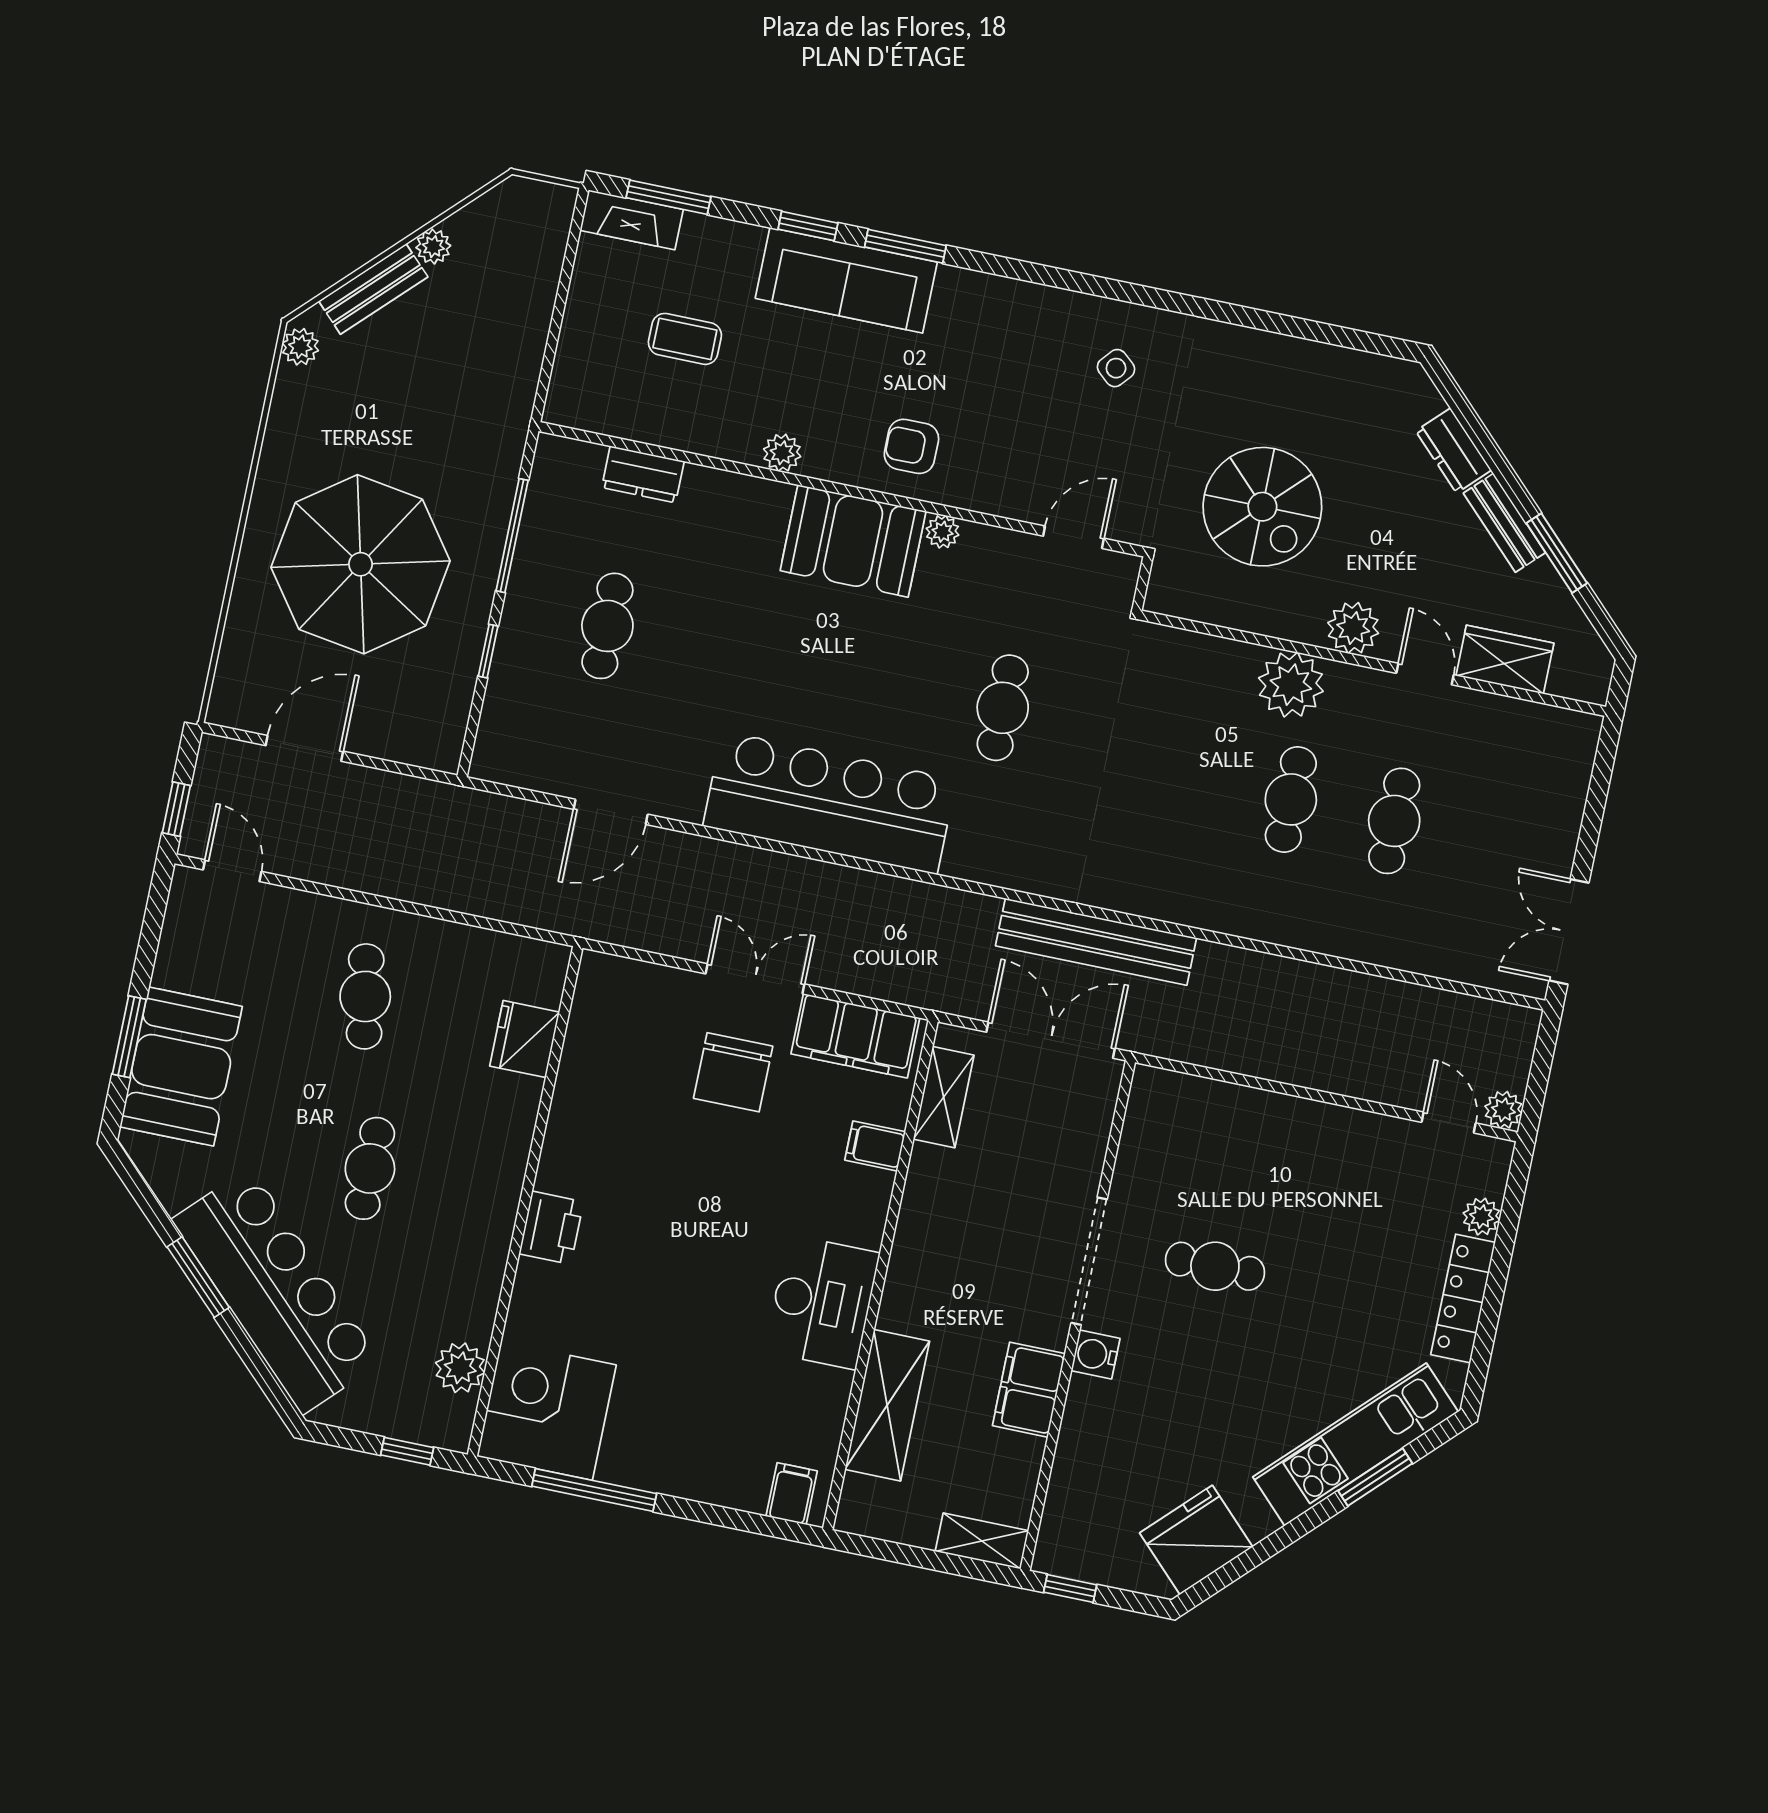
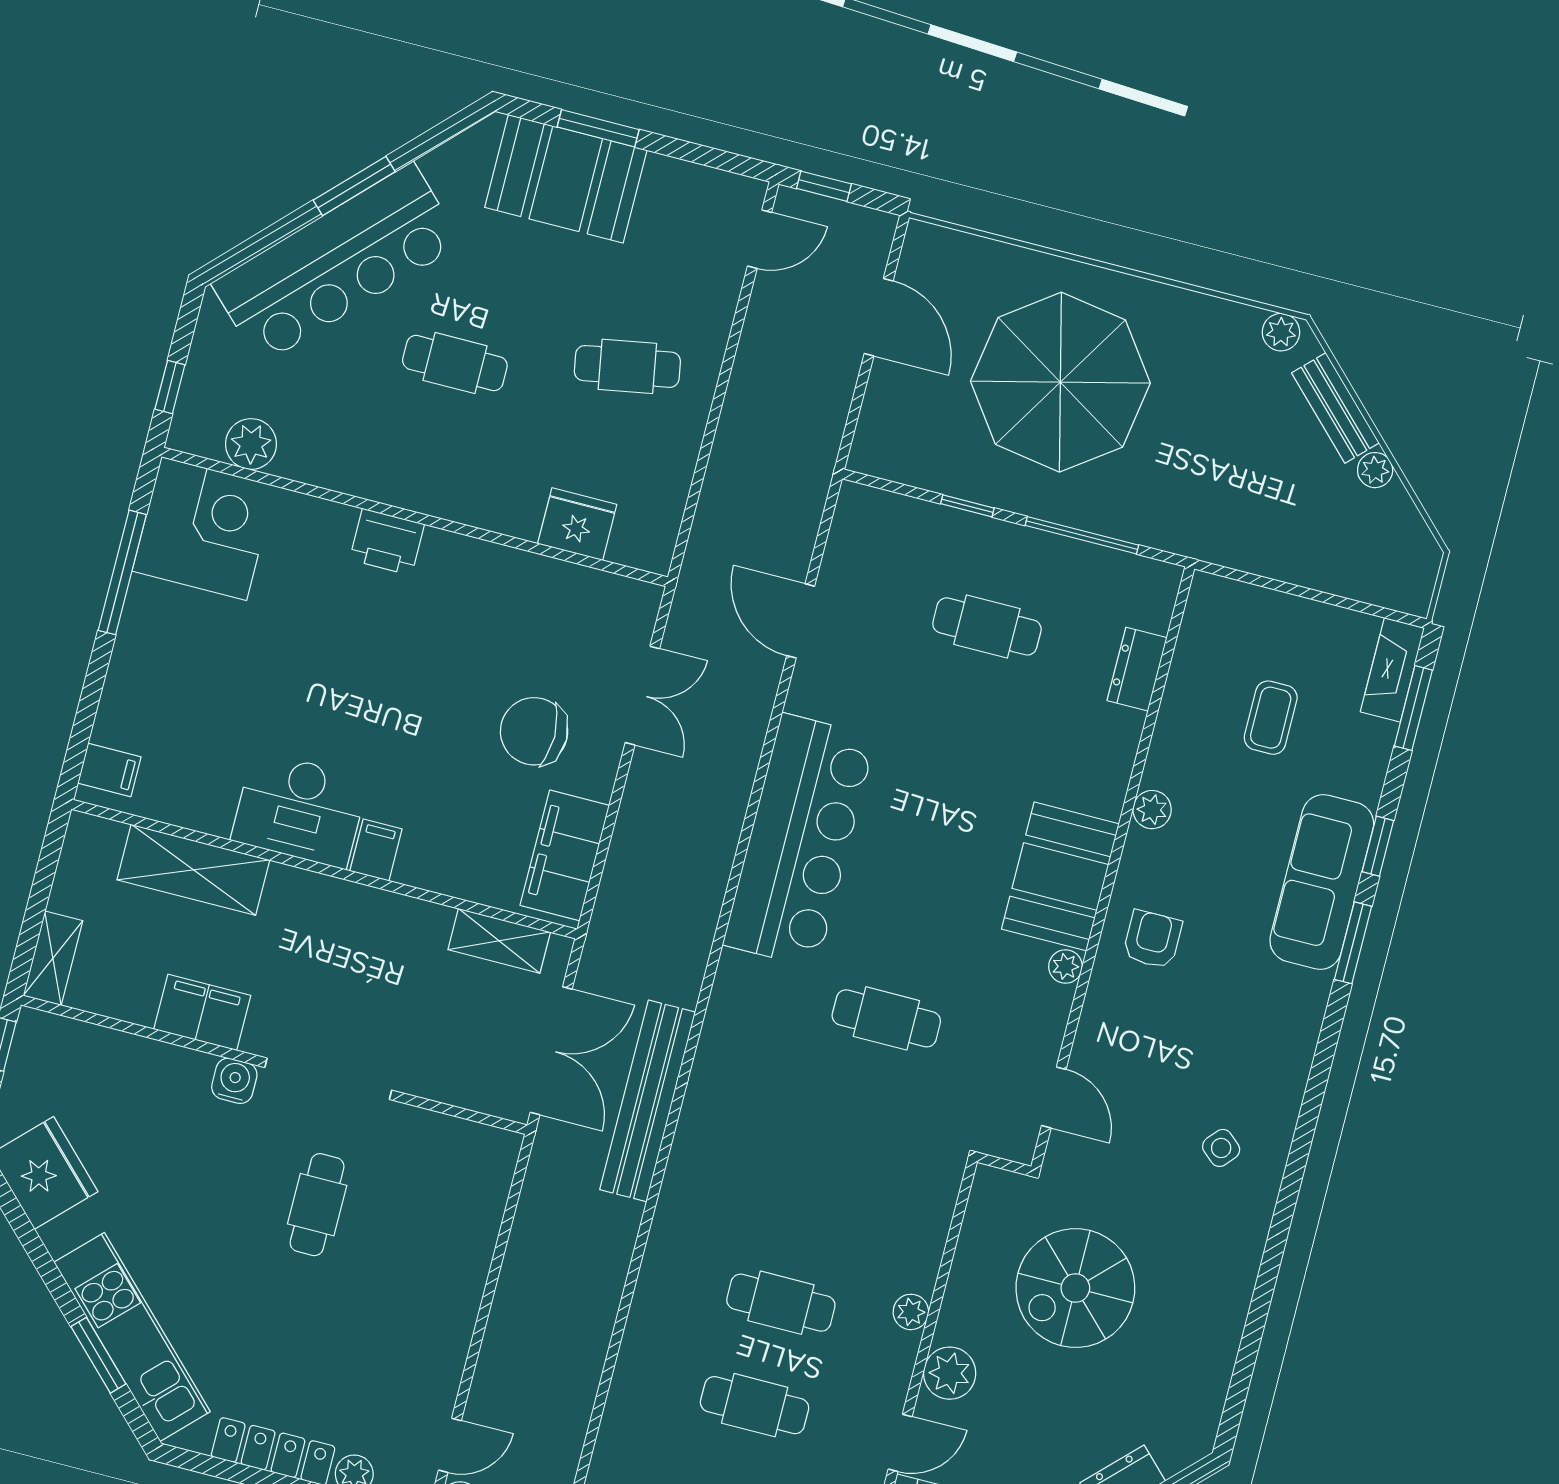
plant: (1291, 685) -> (911, 1312), width x0.53, depth x0.53
double door: (755, 979) -> (642, 696), moved
filing cabinet: (875, 1146) -> (376, 850), moved

